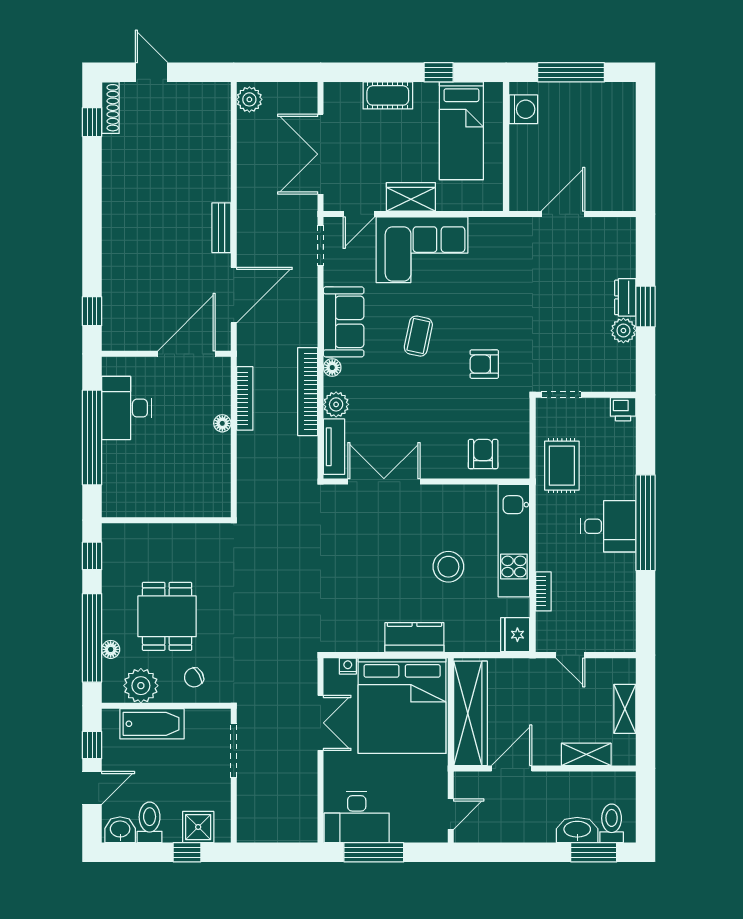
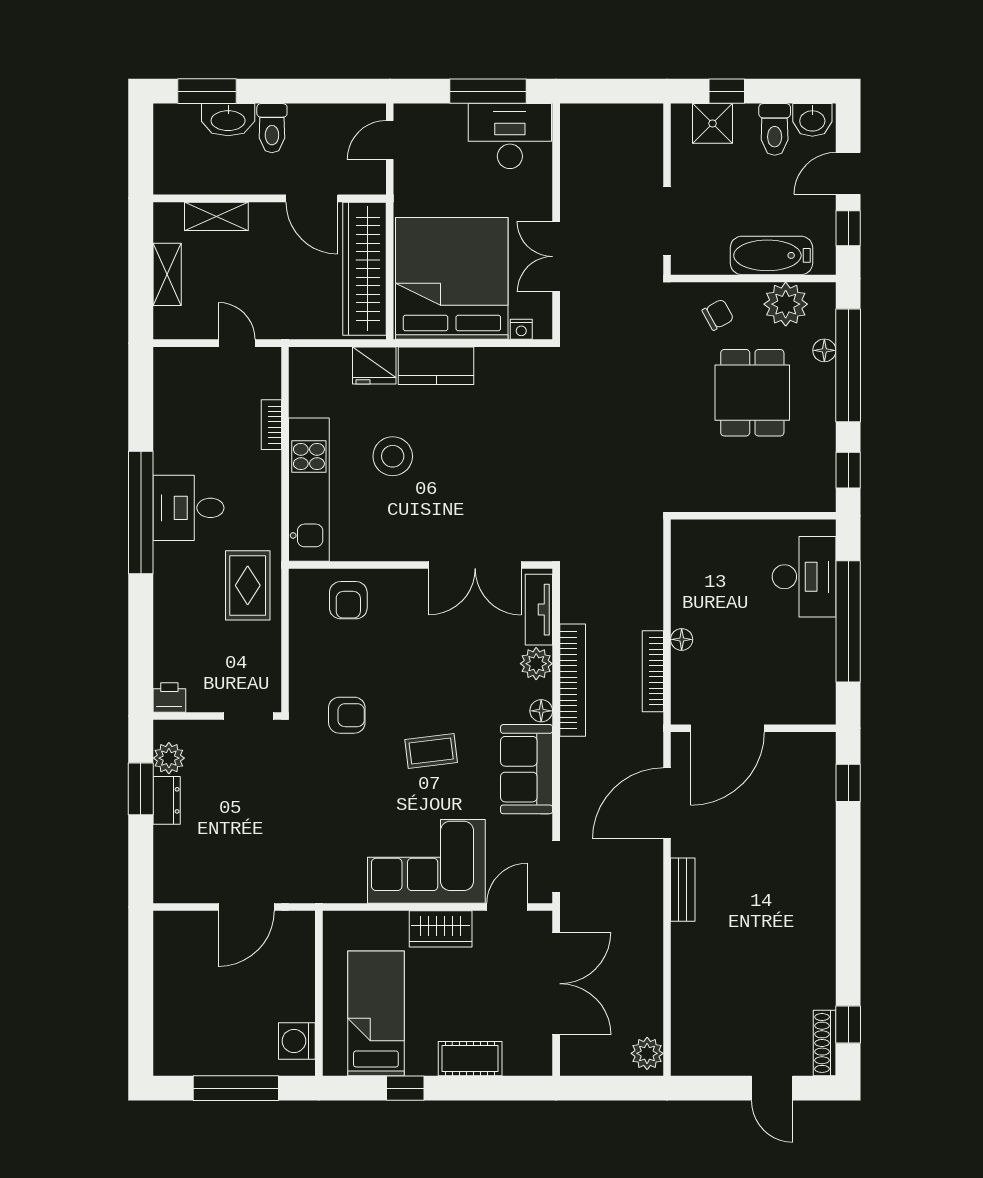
coffee table: (418, 336) -> (431, 751), turned 71
doorway: (561, 395) -> (248, 716), moved
wall: (586, 395) -> (217, 716), moved
desk: (127, 408) -> (804, 577), moved
printer: (623, 409) -> (169, 697), moved
fridge: (515, 635) -> (374, 366), moved, turned 90
door: (512, 768) -> (312, 198), hinge flipped
toilet: (612, 823) -> (272, 128), moved

